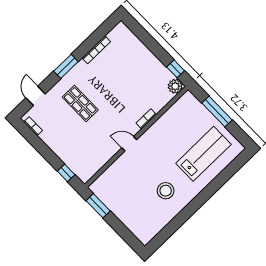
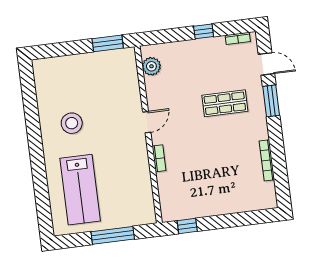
window: (66, 66) -> (271, 101), moved
plant: (175, 86) -> (151, 66), moved
window: (66, 173) -> (204, 31), moved

